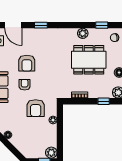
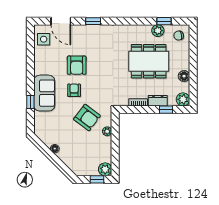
plant: (83, 33) -> (158, 31), moved
dresser: (97, 94) -> (158, 101), added
armchair: (36, 108) -> (87, 117), turned -53

